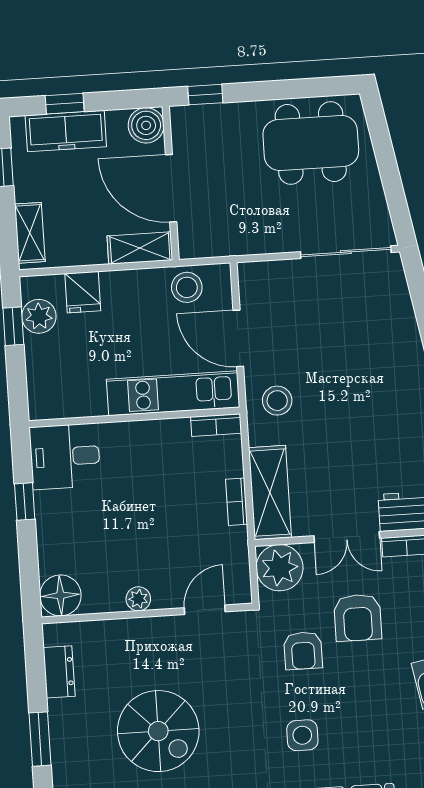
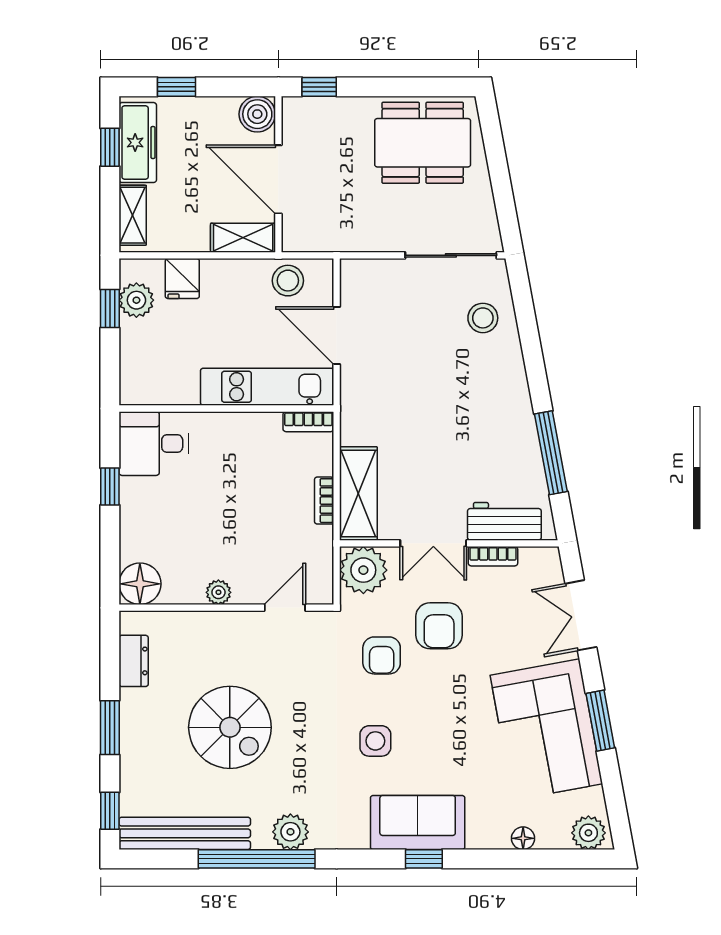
freezer: (66, 131) -> (138, 143), moved, turned -90
stool: (277, 401) -> (483, 318), moved

